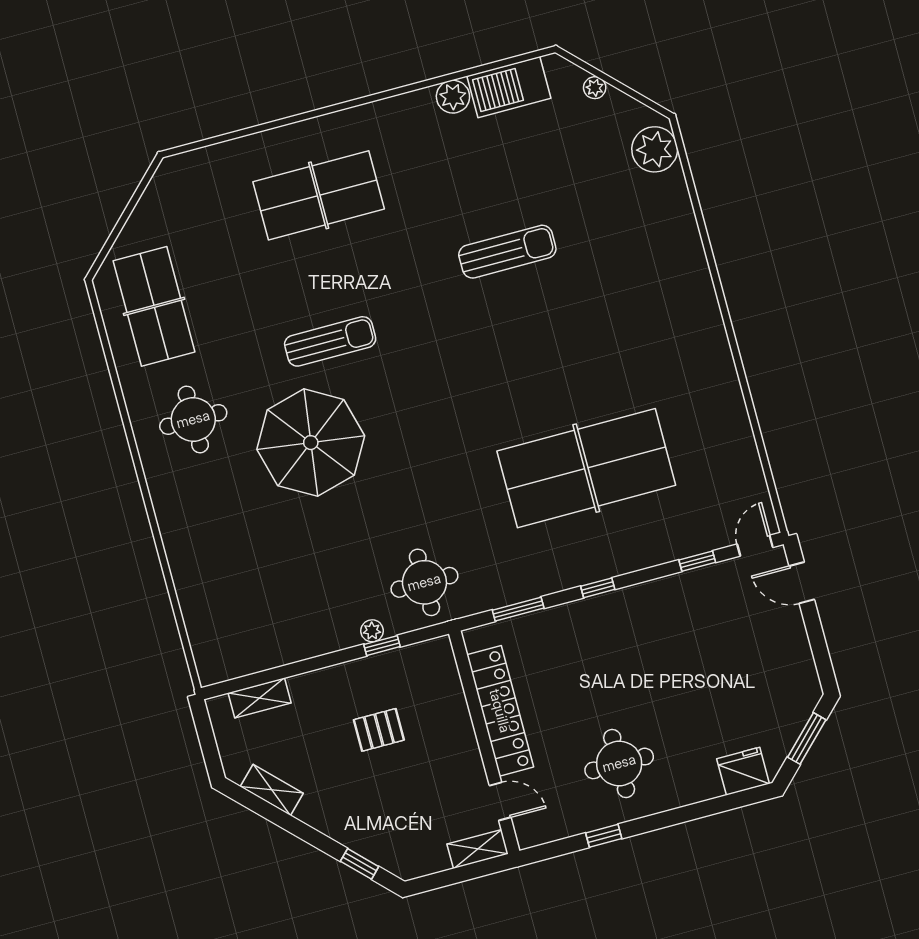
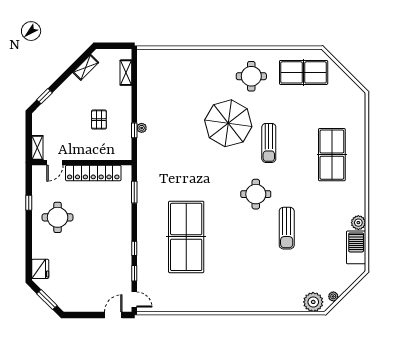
plant: (595, 88) -> (333, 296), moved
round table: (424, 582) -> (256, 194), moved
window: (598, 588) -> (134, 248), moved

